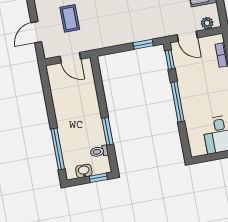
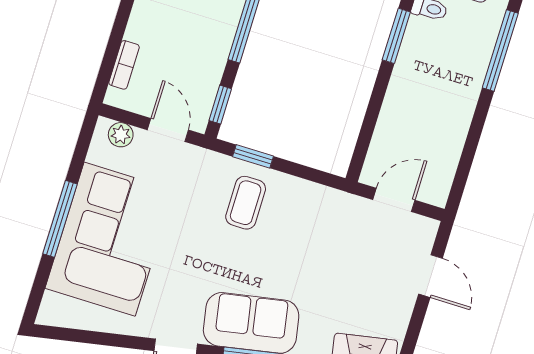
coffee table: (70, 18) -> (246, 203), moved
door: (36, 32) -> (430, 276), hinge flipped
door: (70, 58) -> (394, 200), hinge flipped

